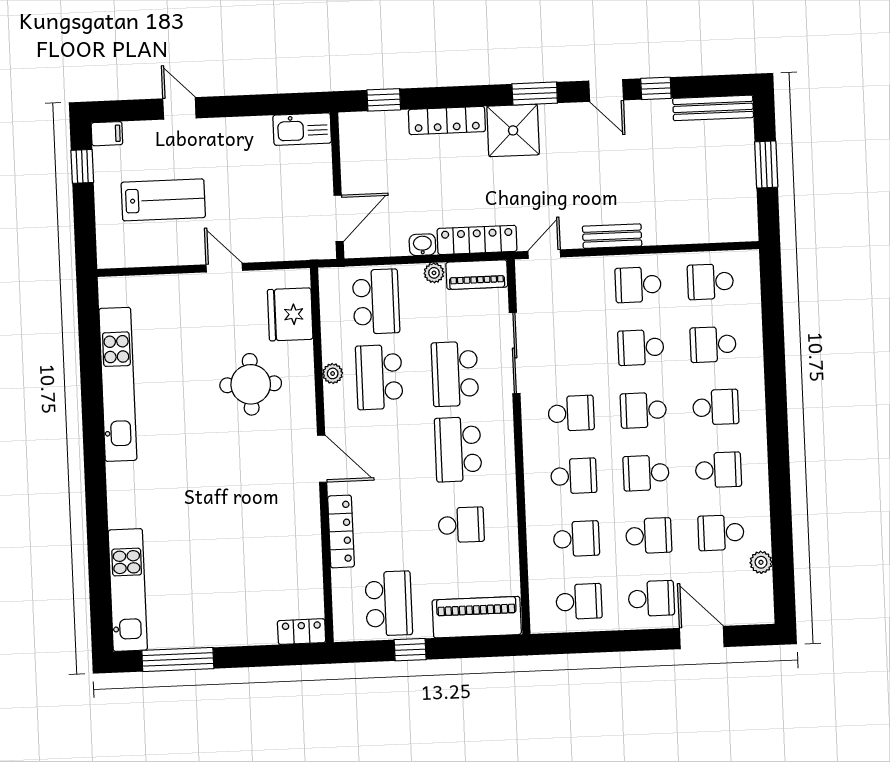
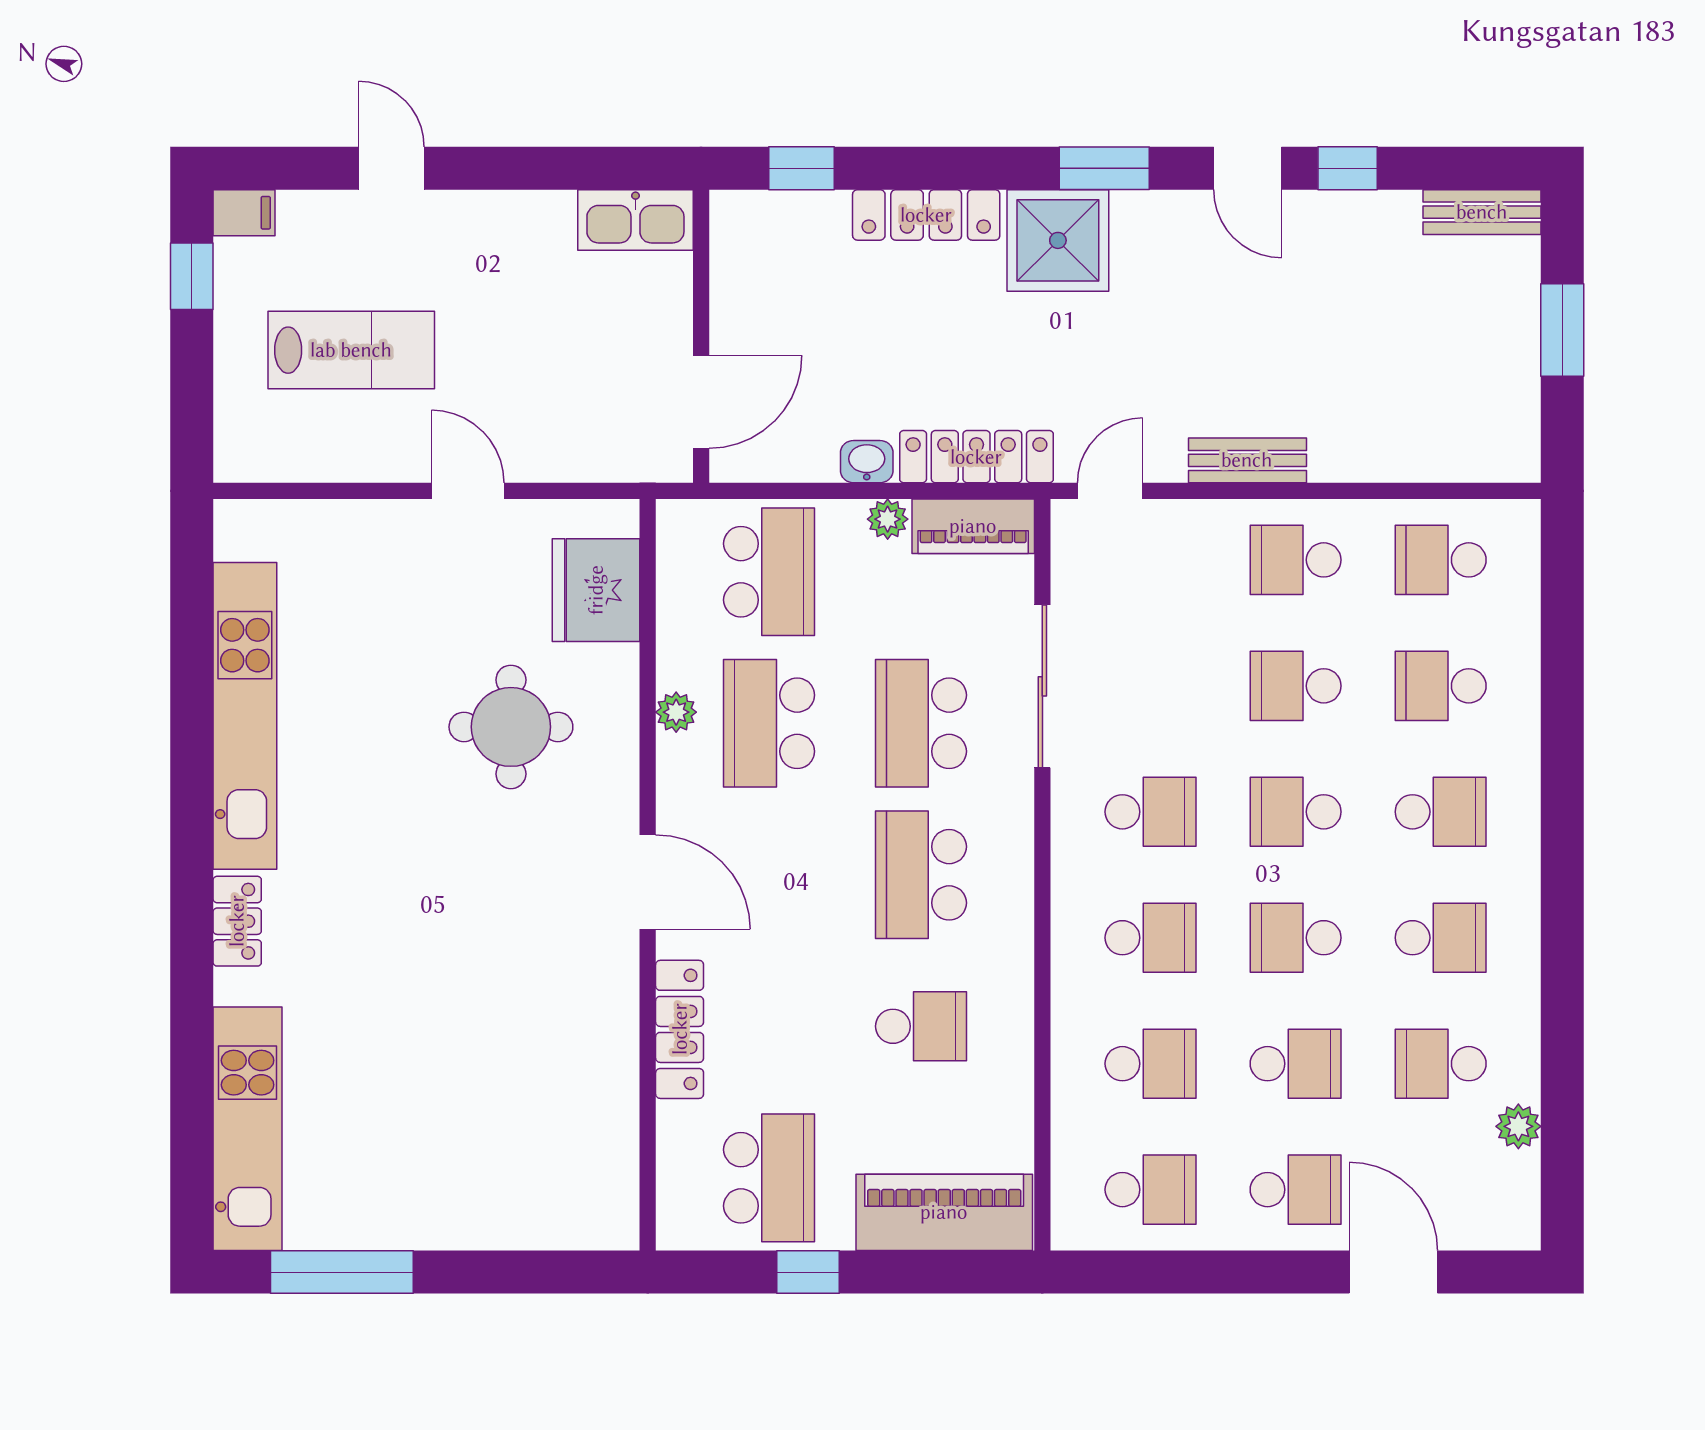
bench: (713, 108) -> (1482, 212), width x0.73
locker: (302, 632) -> (237, 921), moved, turned 90

